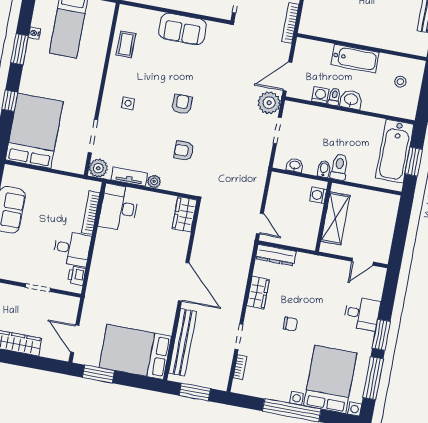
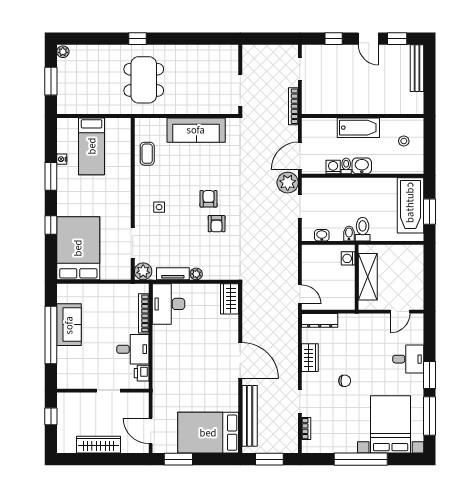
sofa: (182, 29) -> (196, 130), width x1.36
armchair: (184, 151) -> (217, 224), moved, turned -90

